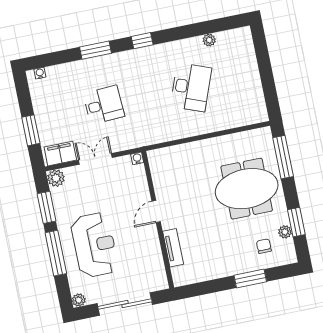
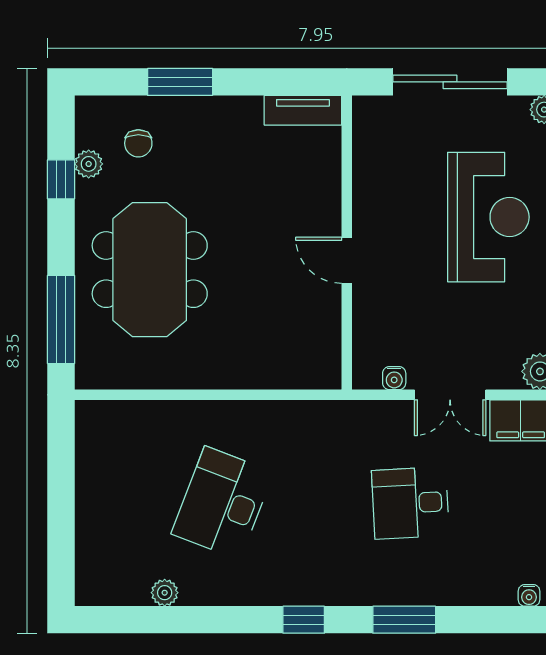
water cooler: (137, 158) -> (394, 378), moved
meeting table: (247, 189) -> (150, 270), turned 90
door: (156, 212) -> (347, 260), swing flipped
window: (296, 222) -> (61, 179), width x0.67
reception desk: (94, 245) -> (488, 217), turned 180
tv unit: (173, 248) -> (303, 110), moved, turned -90

